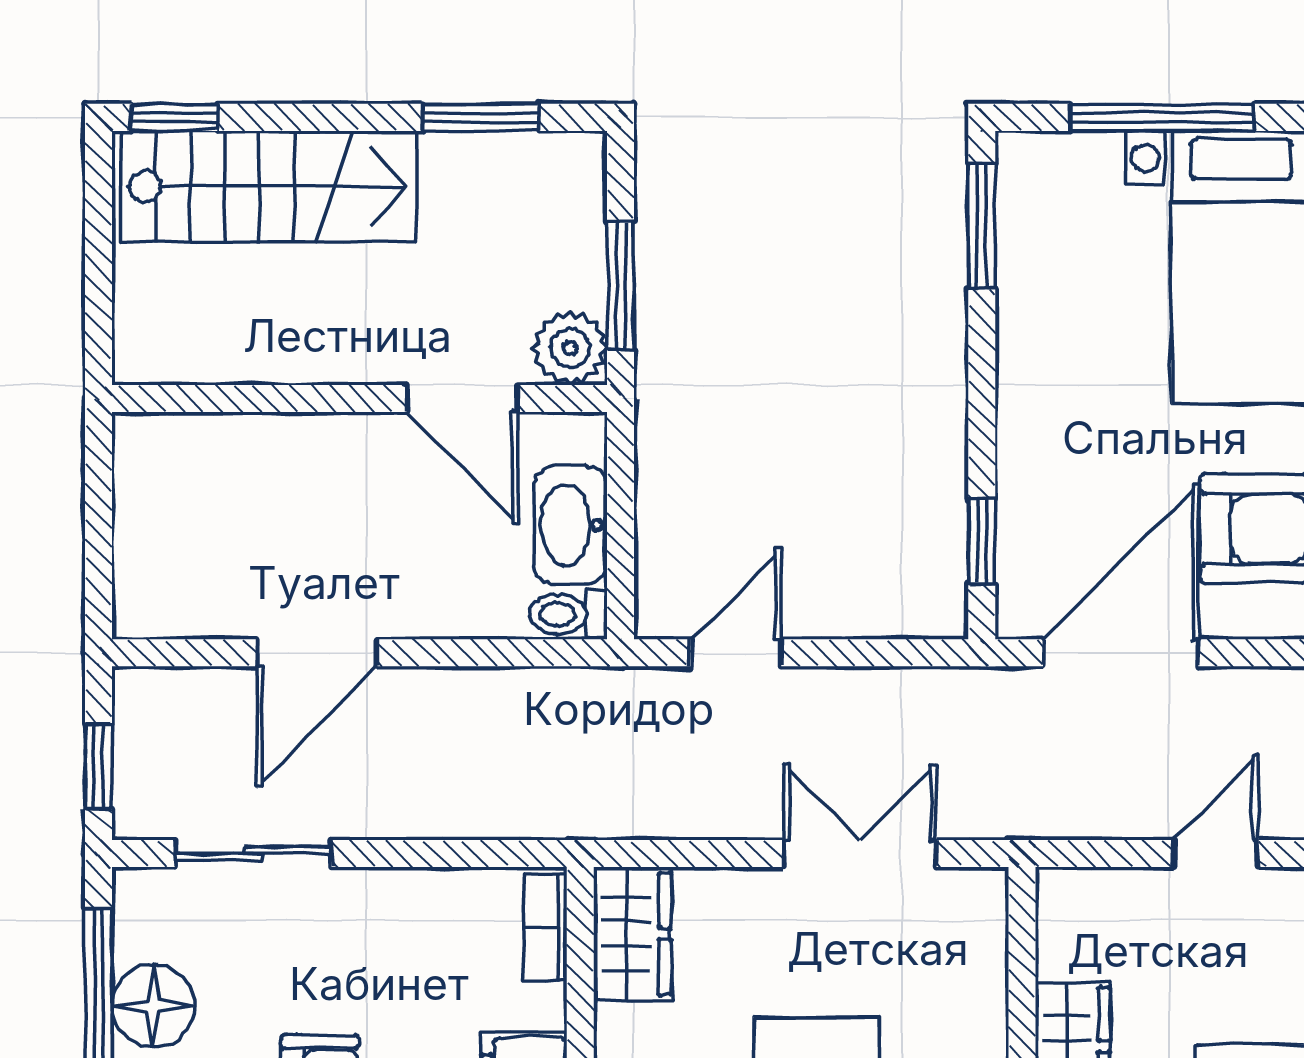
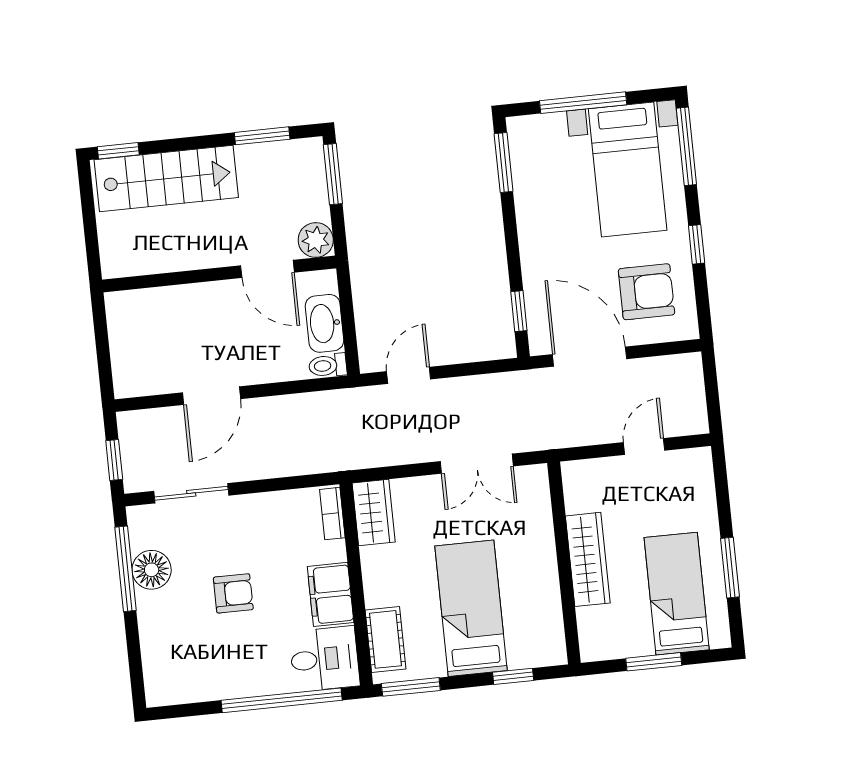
window: (620, 286) -> (333, 174), moved
door: (1121, 653) -> (590, 357), hinge flipped
double door: (860, 854) -> (477, 464), swing flipped

